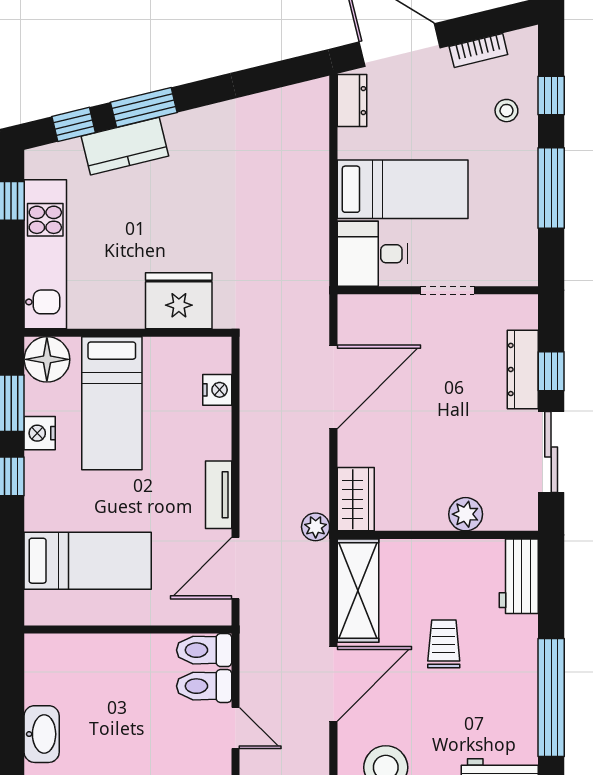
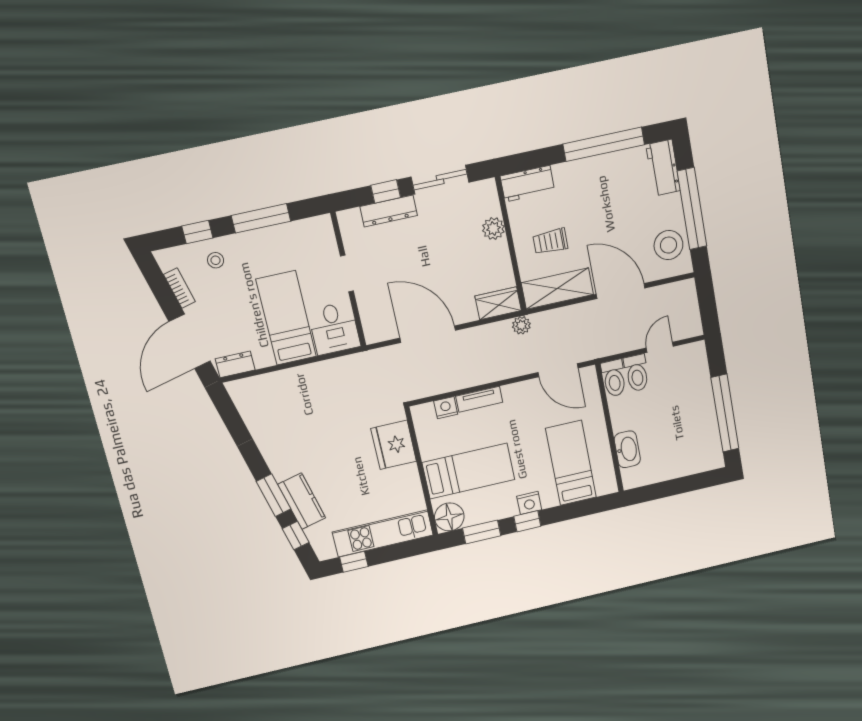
nightstand: (40, 433) -> (529, 503), moved
tv unit: (219, 495) -> (479, 399), moved
trolley: (444, 644) -> (550, 241), moved
washbasin: (42, 734) -> (627, 449), moved, turned 90

